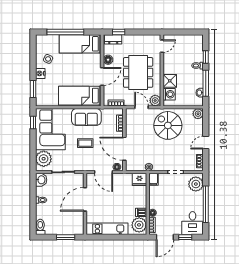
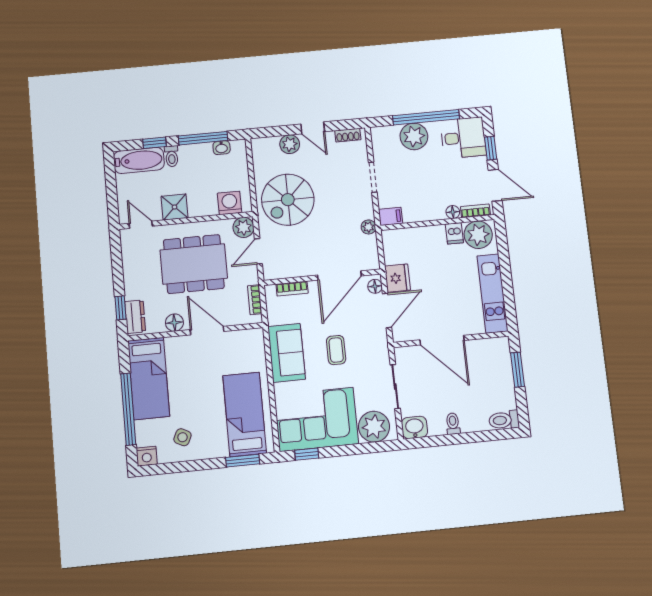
bathtub: (197, 48) -> (139, 160), added
nightstand: (40, 73) -> (147, 456), moved
shower: (170, 81) -> (175, 207), moved
bed: (80, 96) -> (245, 414), moved, turned 180
plant: (198, 114) -> (290, 144), moved
fridge: (139, 179) -> (397, 278), moved
plant: (196, 184) -> (414, 136), moved

